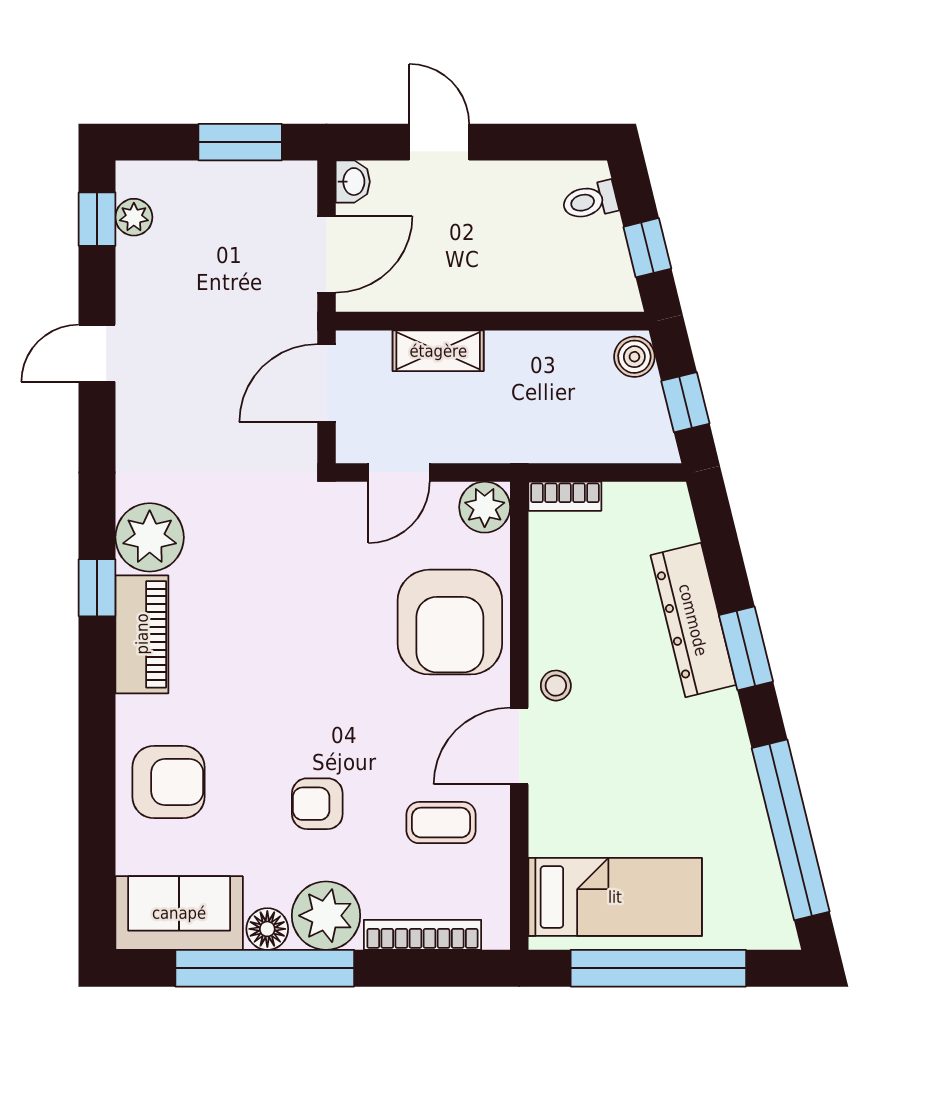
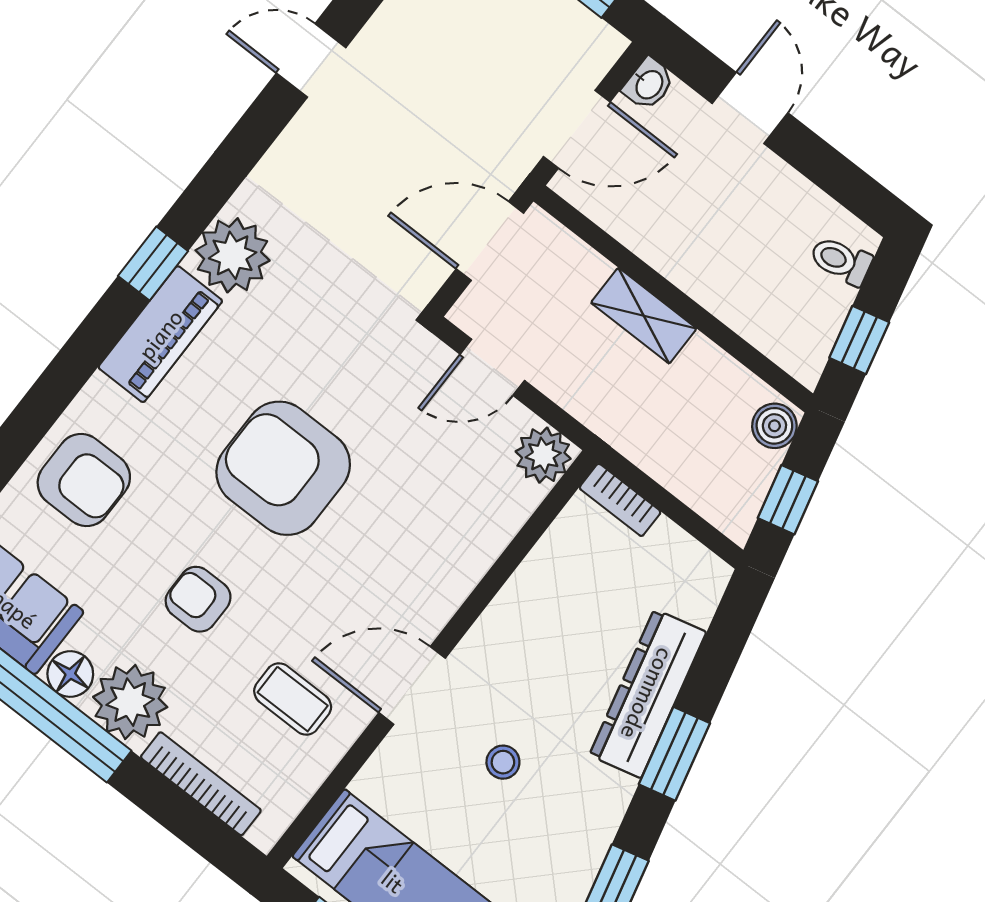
shelving: (438, 351) -> (644, 316), moved
armchair: (450, 622) -> (283, 468), moved, turned 90
stool: (556, 686) -> (503, 762), moved

